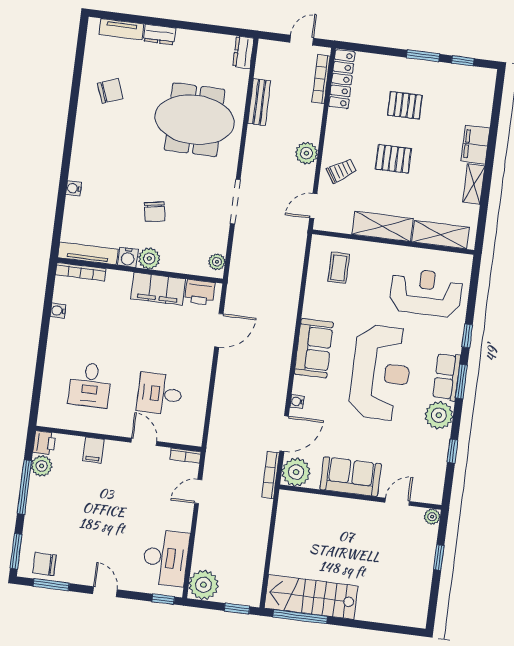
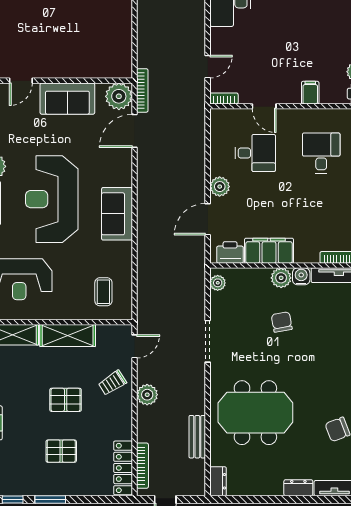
plant: (202, 363) -> (220, 187), added
water cooler: (297, 401) -> (126, 162), removed

